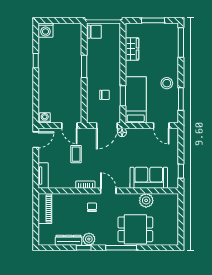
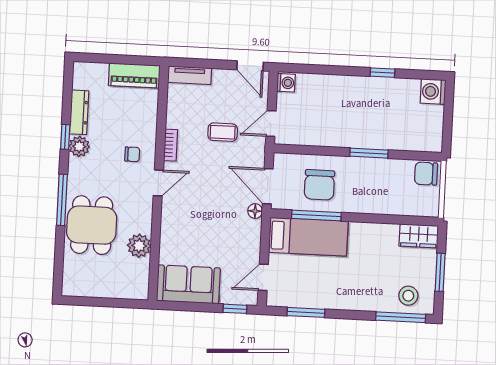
chair: (95, 32) -> (426, 174), turned 90
wardrobe: (132, 49) -> (419, 236), moved
stool: (167, 83) -> (408, 296), moved
chair: (104, 95) -> (319, 185), width x1.87, depth x1.87
window: (123, 96) -> (316, 215), width x1.44
window: (181, 171) -> (235, 309), moved
sofa: (149, 178) -> (188, 284), moved, turned -90

